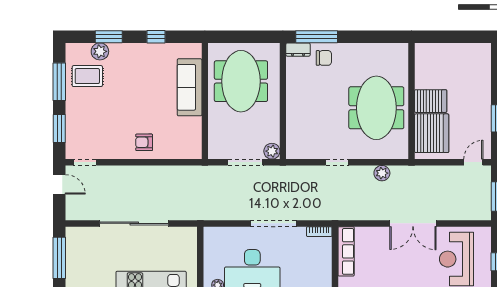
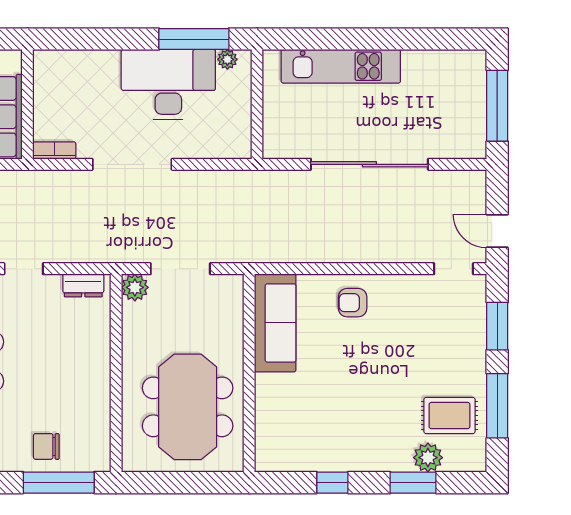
dresser: (298, 50) -> (83, 285), moved, turned 180
sofa: (190, 87) -> (275, 323), moved
armchair: (144, 142) -> (353, 303), turned 180

